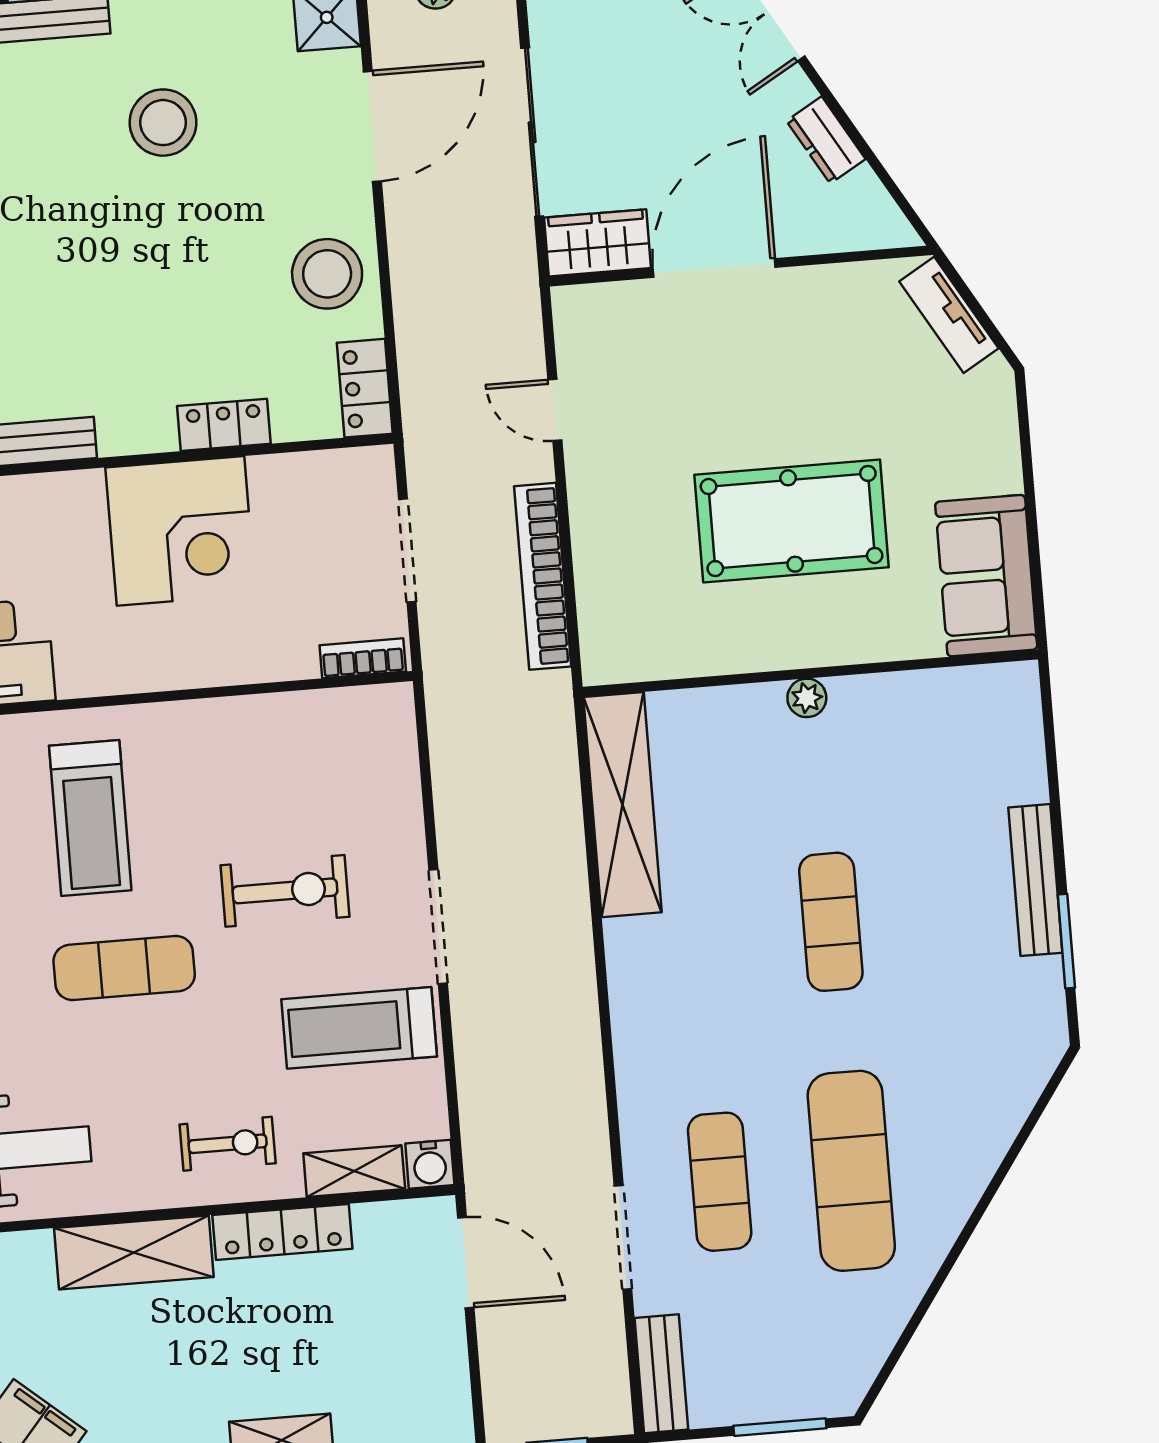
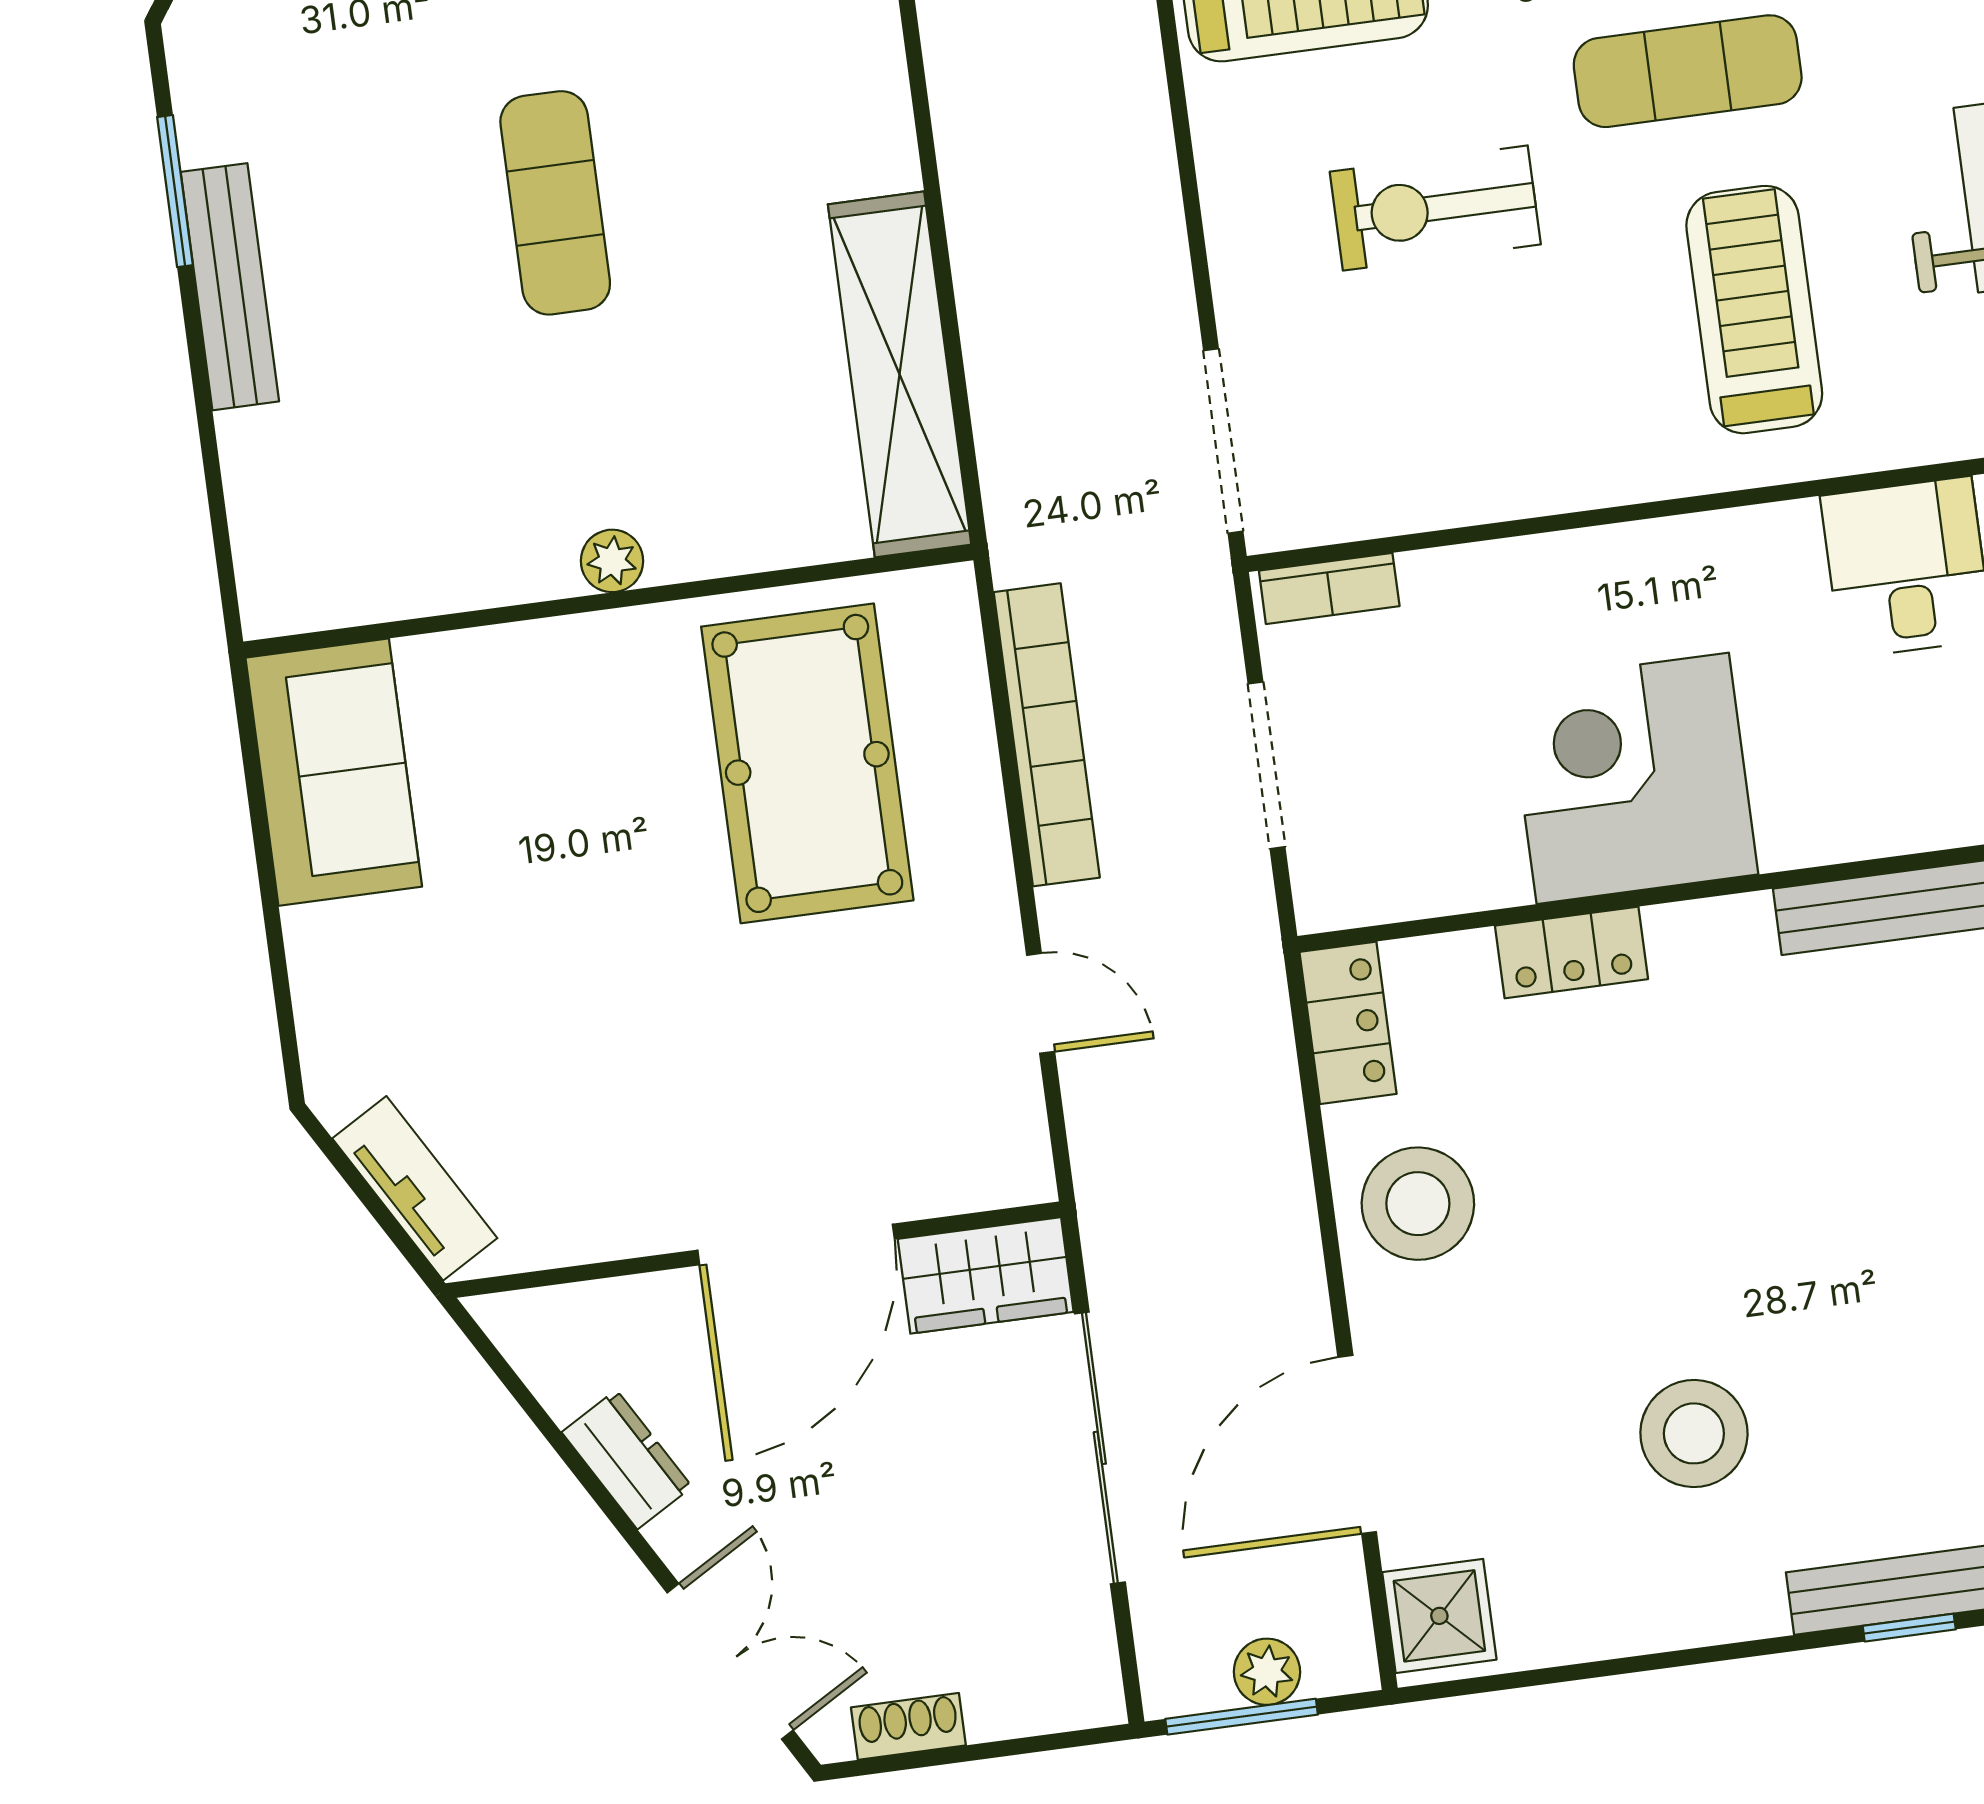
pool table: (792, 521) -> (807, 763), moved, turned 90
doorway: (438, 927) -> (1223, 441), moved

